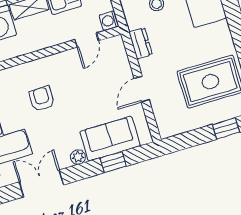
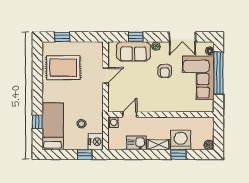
dresser: (141, 43) -> (98, 103), removed
armchair: (42, 99) -> (165, 71), moved

